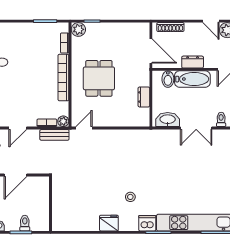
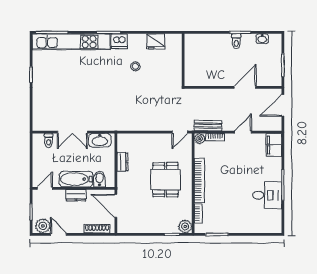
double door: (196, 128) -> (72, 132), swing flipped
wall: (50, 204) -> (183, 60), moved

